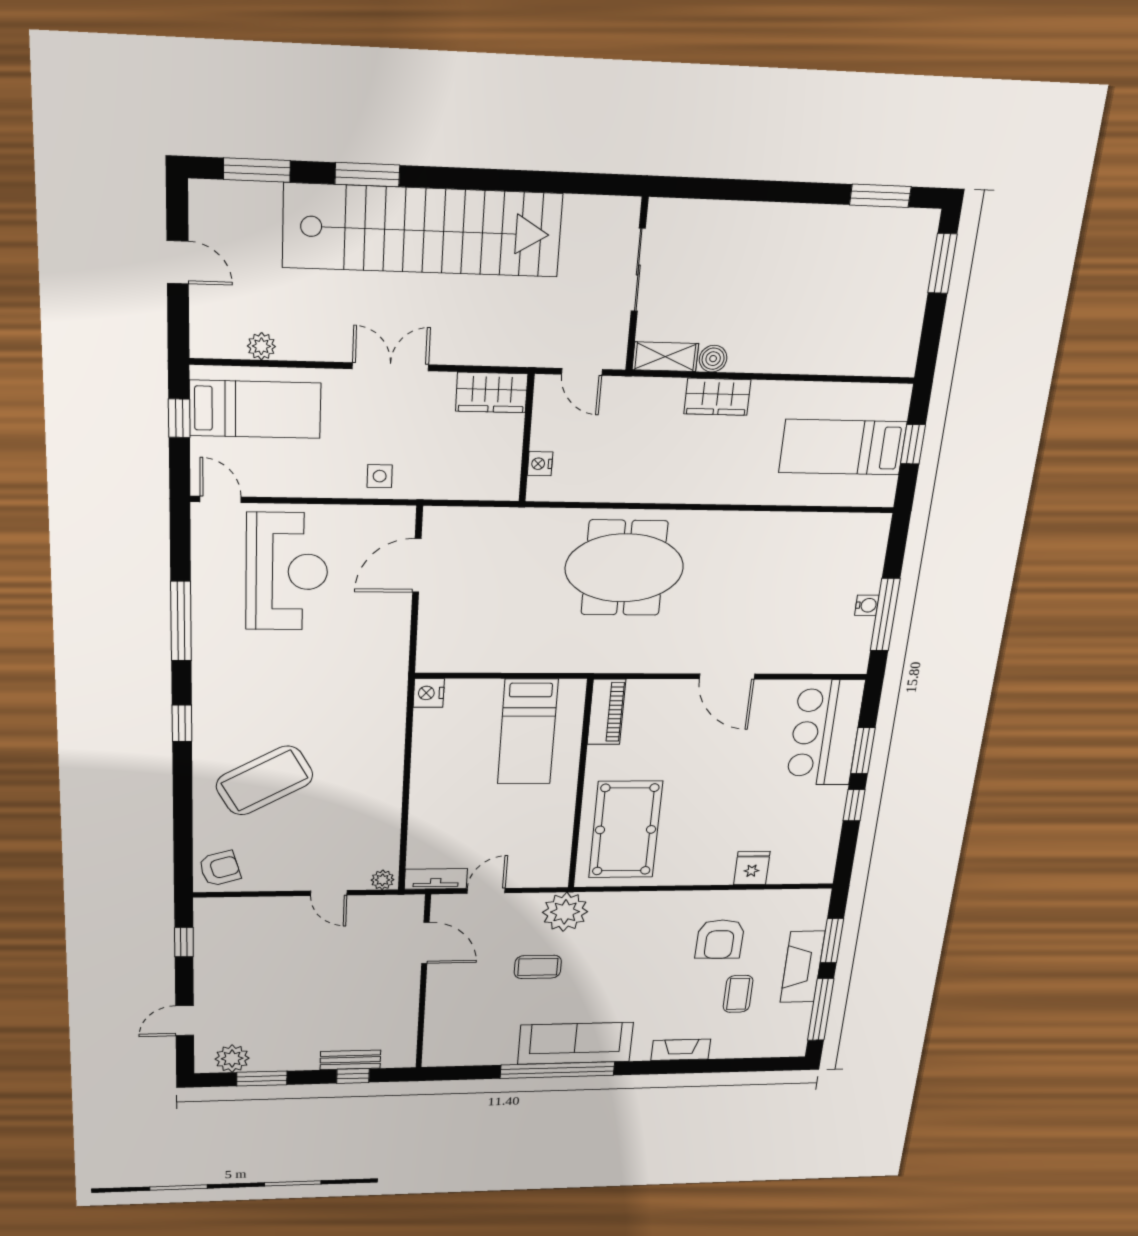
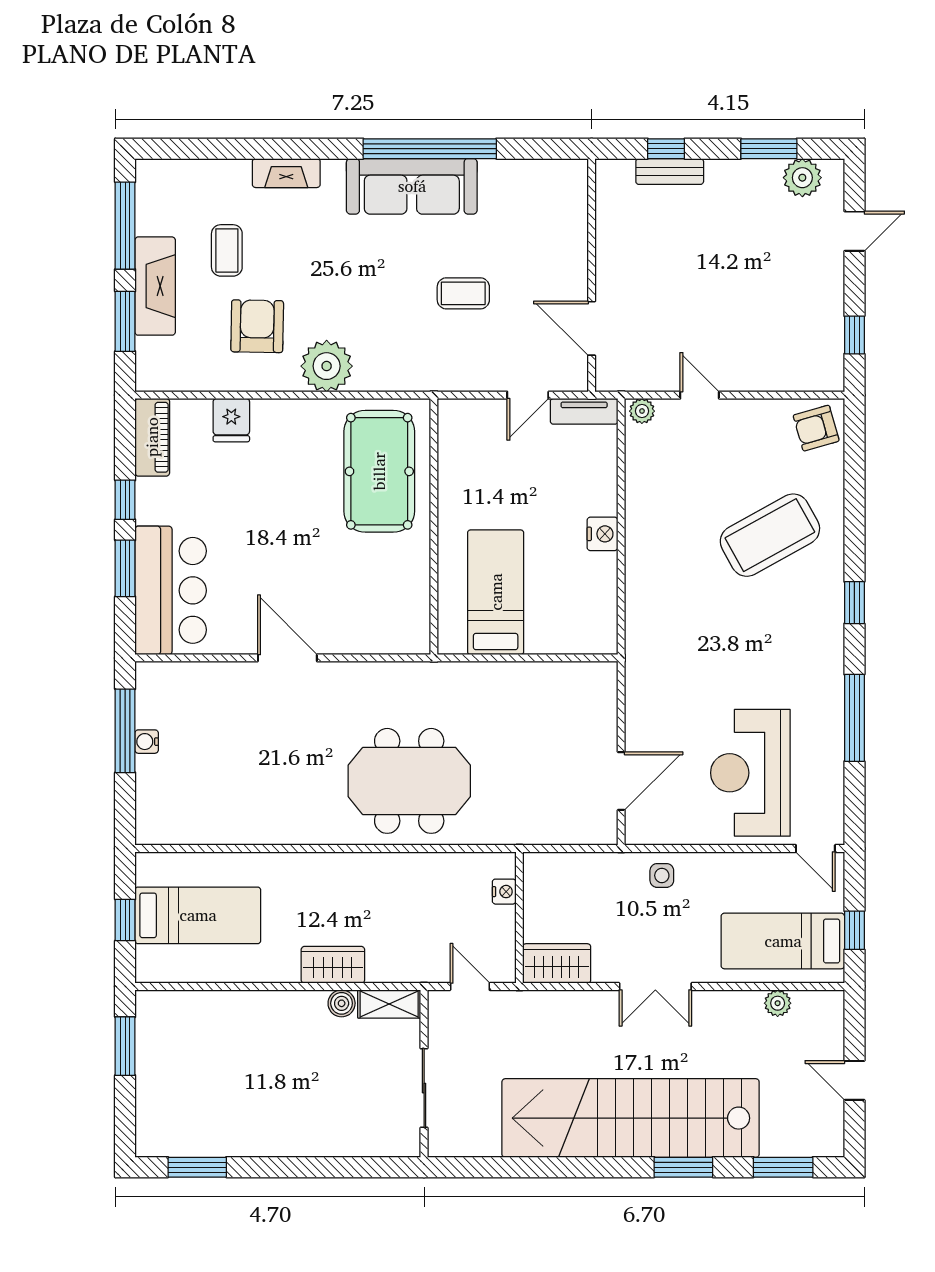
window: (942, 264) -> (125, 1046), moved
nightstand: (429, 693) -> (602, 534), moved
piano: (606, 712) -> (152, 437), moved, turned 180
plant: (565, 912) -> (327, 366), moved

